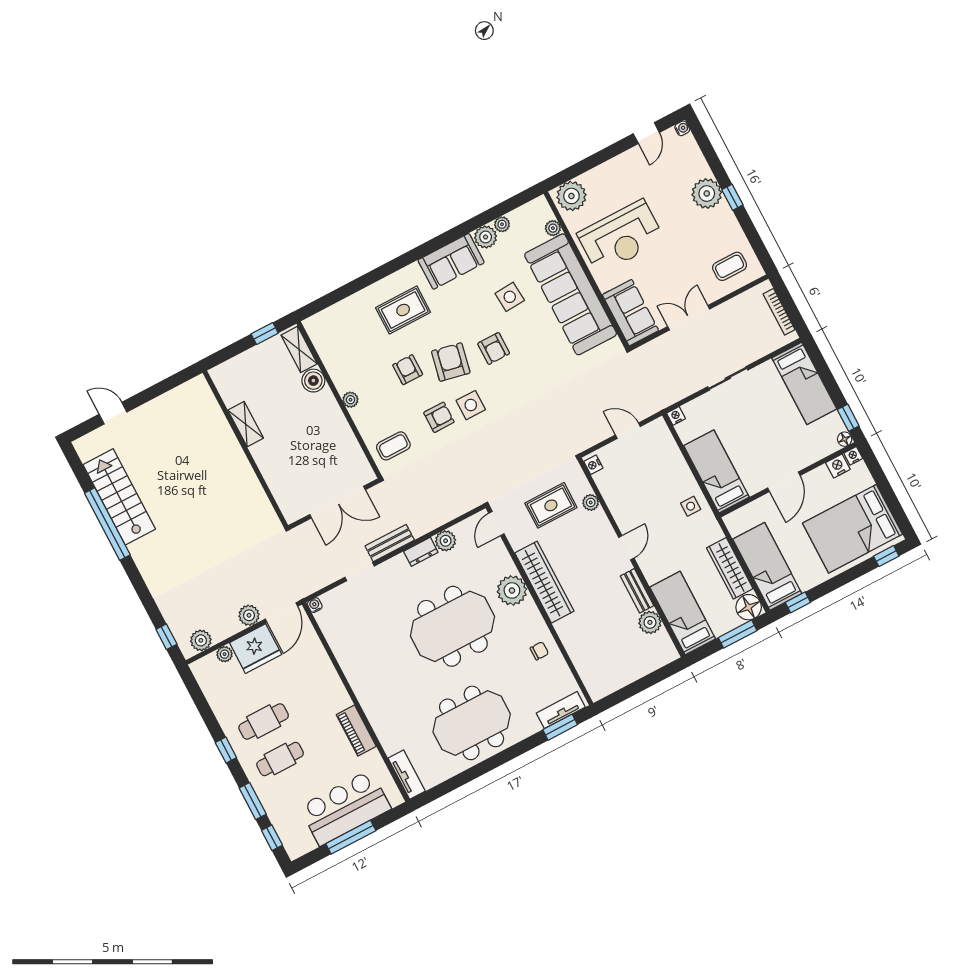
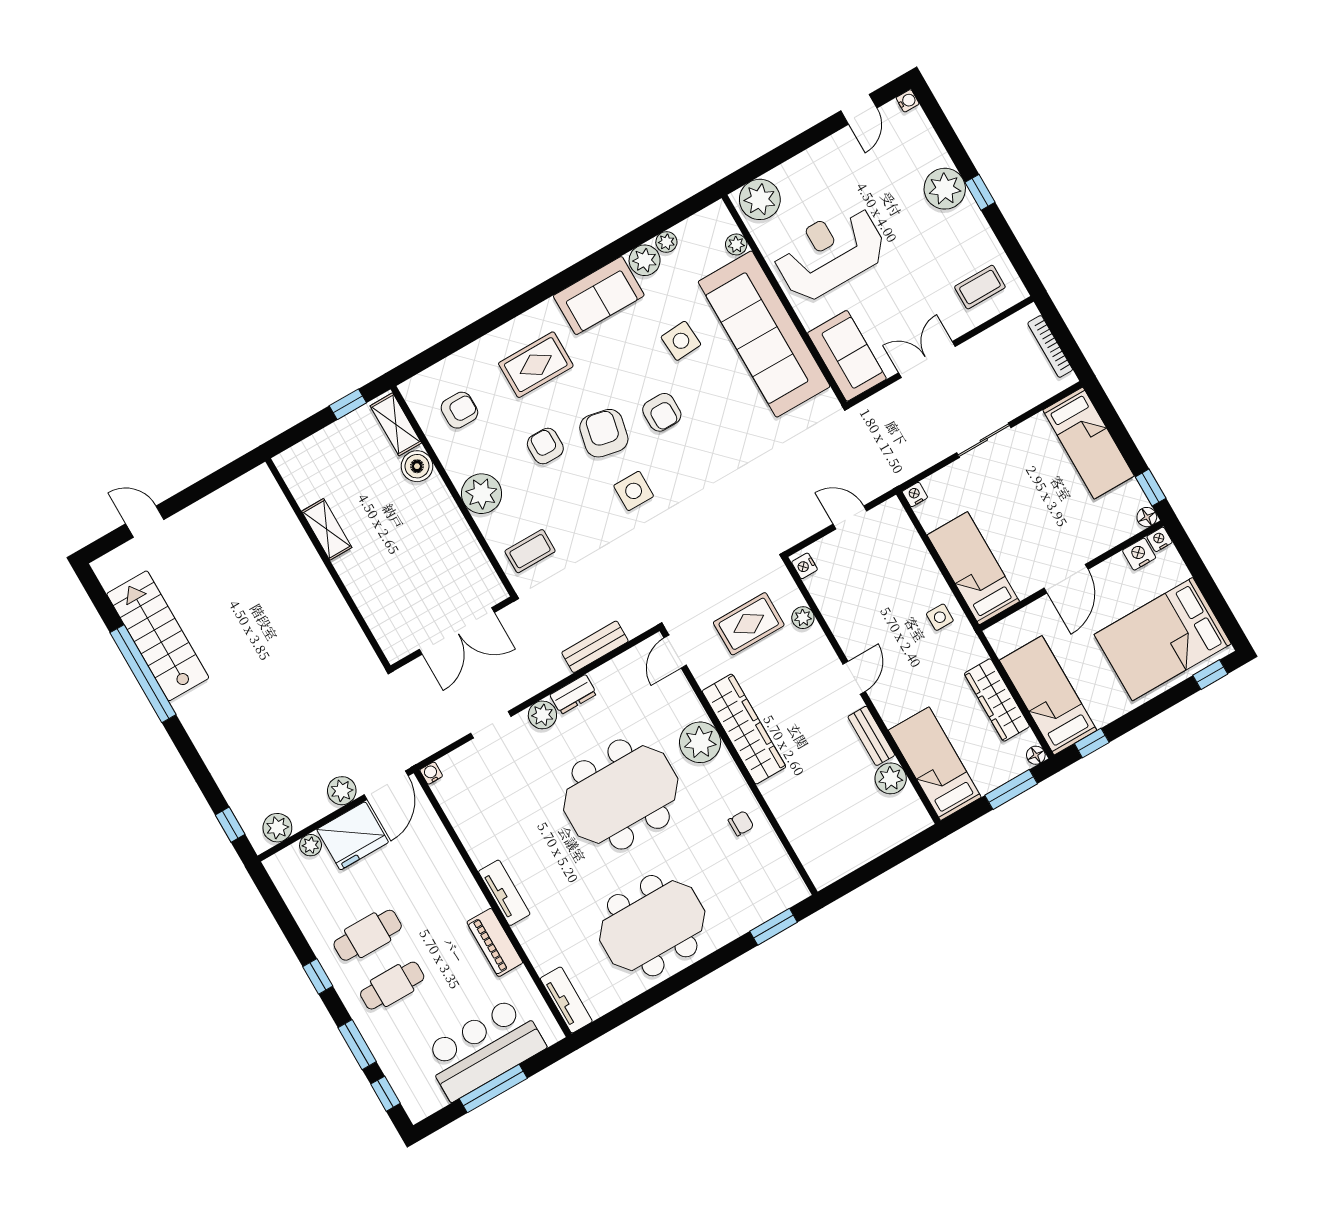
reception desk: (621, 237) -> (830, 253), turned 180
plant: (350, 400) -> (482, 494), width x1.88, depth x1.88
armchair: (439, 417) -> (459, 410), moved
plant: (446, 541) -> (542, 715), moved
bench: (390, 543) -> (595, 647), moved
floor lamp: (749, 607) -> (1036, 755), width x0.53, depth x0.53
tv unit: (561, 710) -> (504, 893), moved, turned 90

